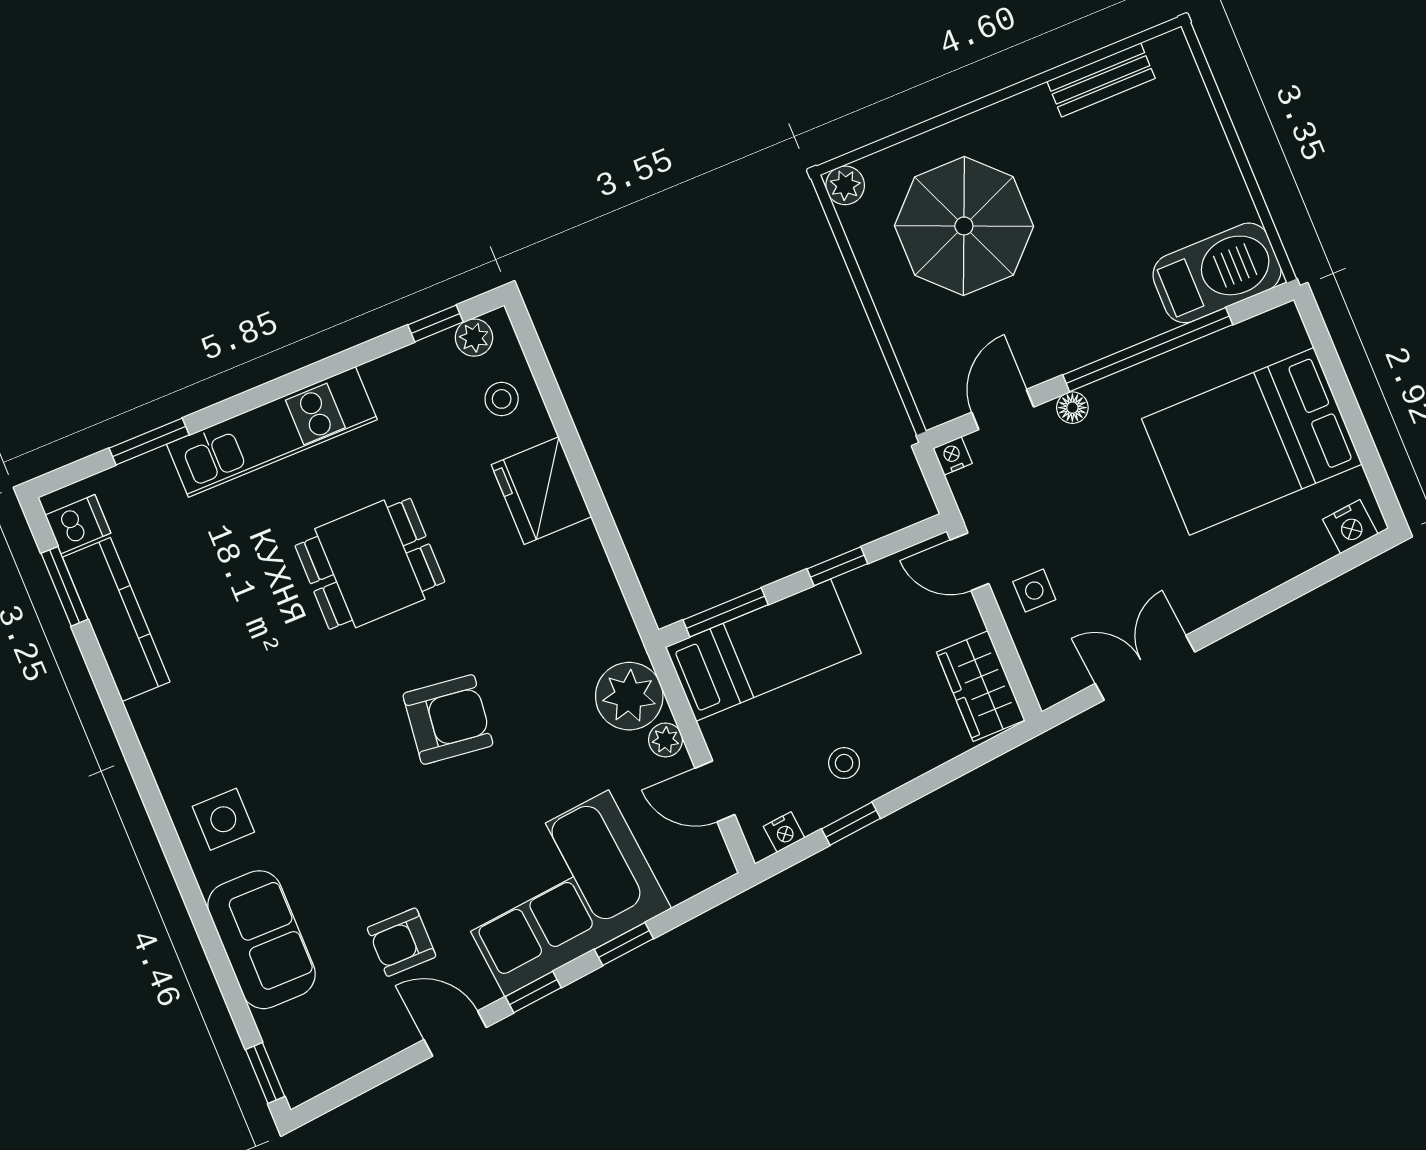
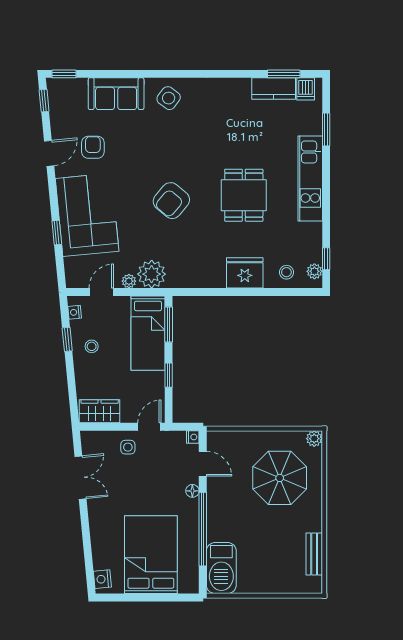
kitchen counter: (116, 619) -> (274, 88), width x0.67
armchair: (448, 719) -> (171, 201), turned 33
side table: (223, 819) -> (169, 98), turned 37
window: (533, 992) -> (44, 101), moved

